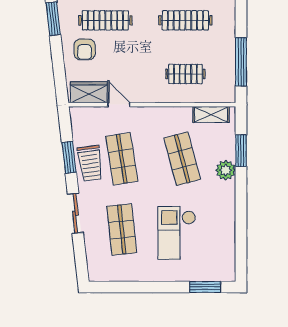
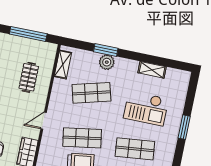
door: (119, 105) -> (44, 121), moved
window: (241, 151) -> (106, 50), moved
shelving: (228, 230) -> (152, 70), added
window: (205, 287) -> (184, 127), moved

